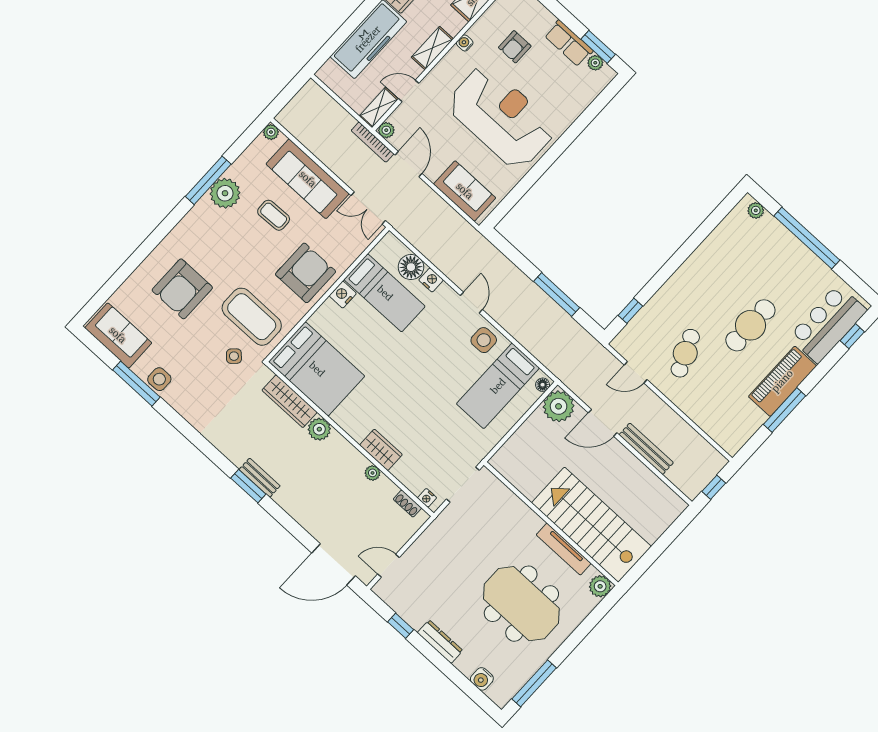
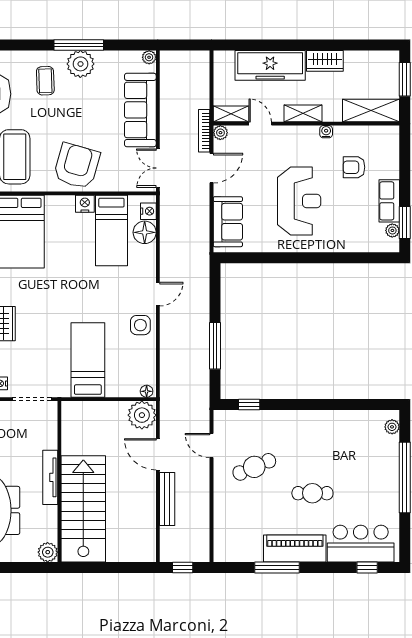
reception desk: (501, 117) -> (299, 201), width x0.74, depth x0.77
coffee table: (274, 215) -> (45, 81), moved
armchair: (306, 273) -> (77, 166), turned -74
nightstand: (431, 280) -> (148, 211), moved
cafe table: (750, 325) -> (312, 493), width x0.73, depth x0.74
bed: (498, 386) -> (88, 360), moved, turned 90
tv unit: (564, 549) -> (50, 477), moved

